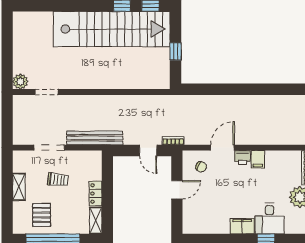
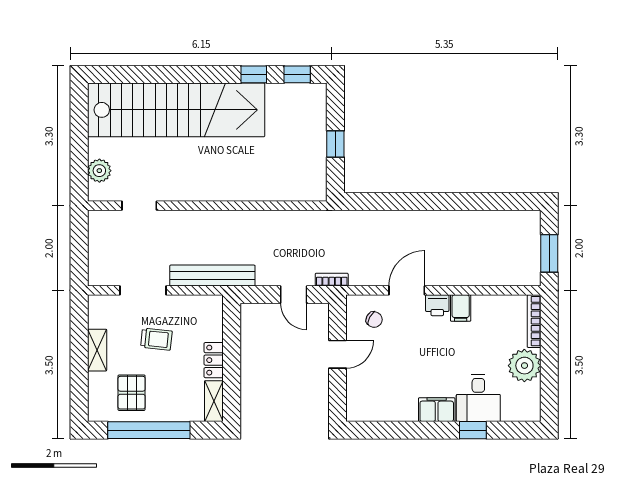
stairs: (112, 29) -> (176, 110), moved
plant: (20, 82) -> (99, 171), moved

